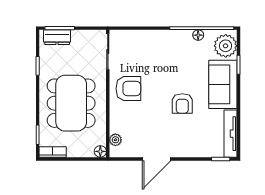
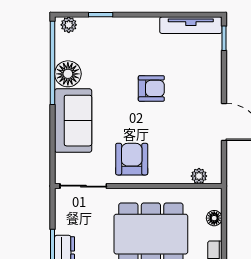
floor lamp: (198, 35) -> (68, 74), width x1.89, depth x1.89
plant: (226, 46) -> (69, 25), width x0.53, depth x0.53
sofa: (223, 84) -> (73, 121), moved, turned -90
floor lamp: (100, 151) -> (214, 218), moved

